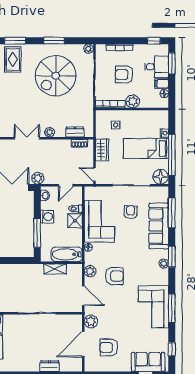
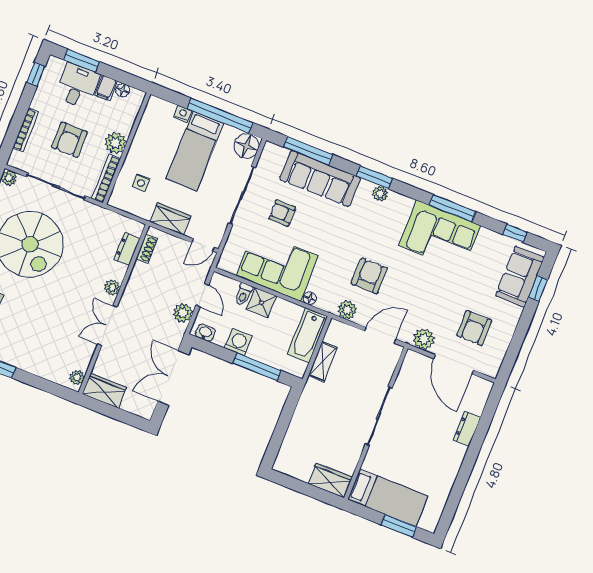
plant: (38, 178) -> (183, 313), moved

